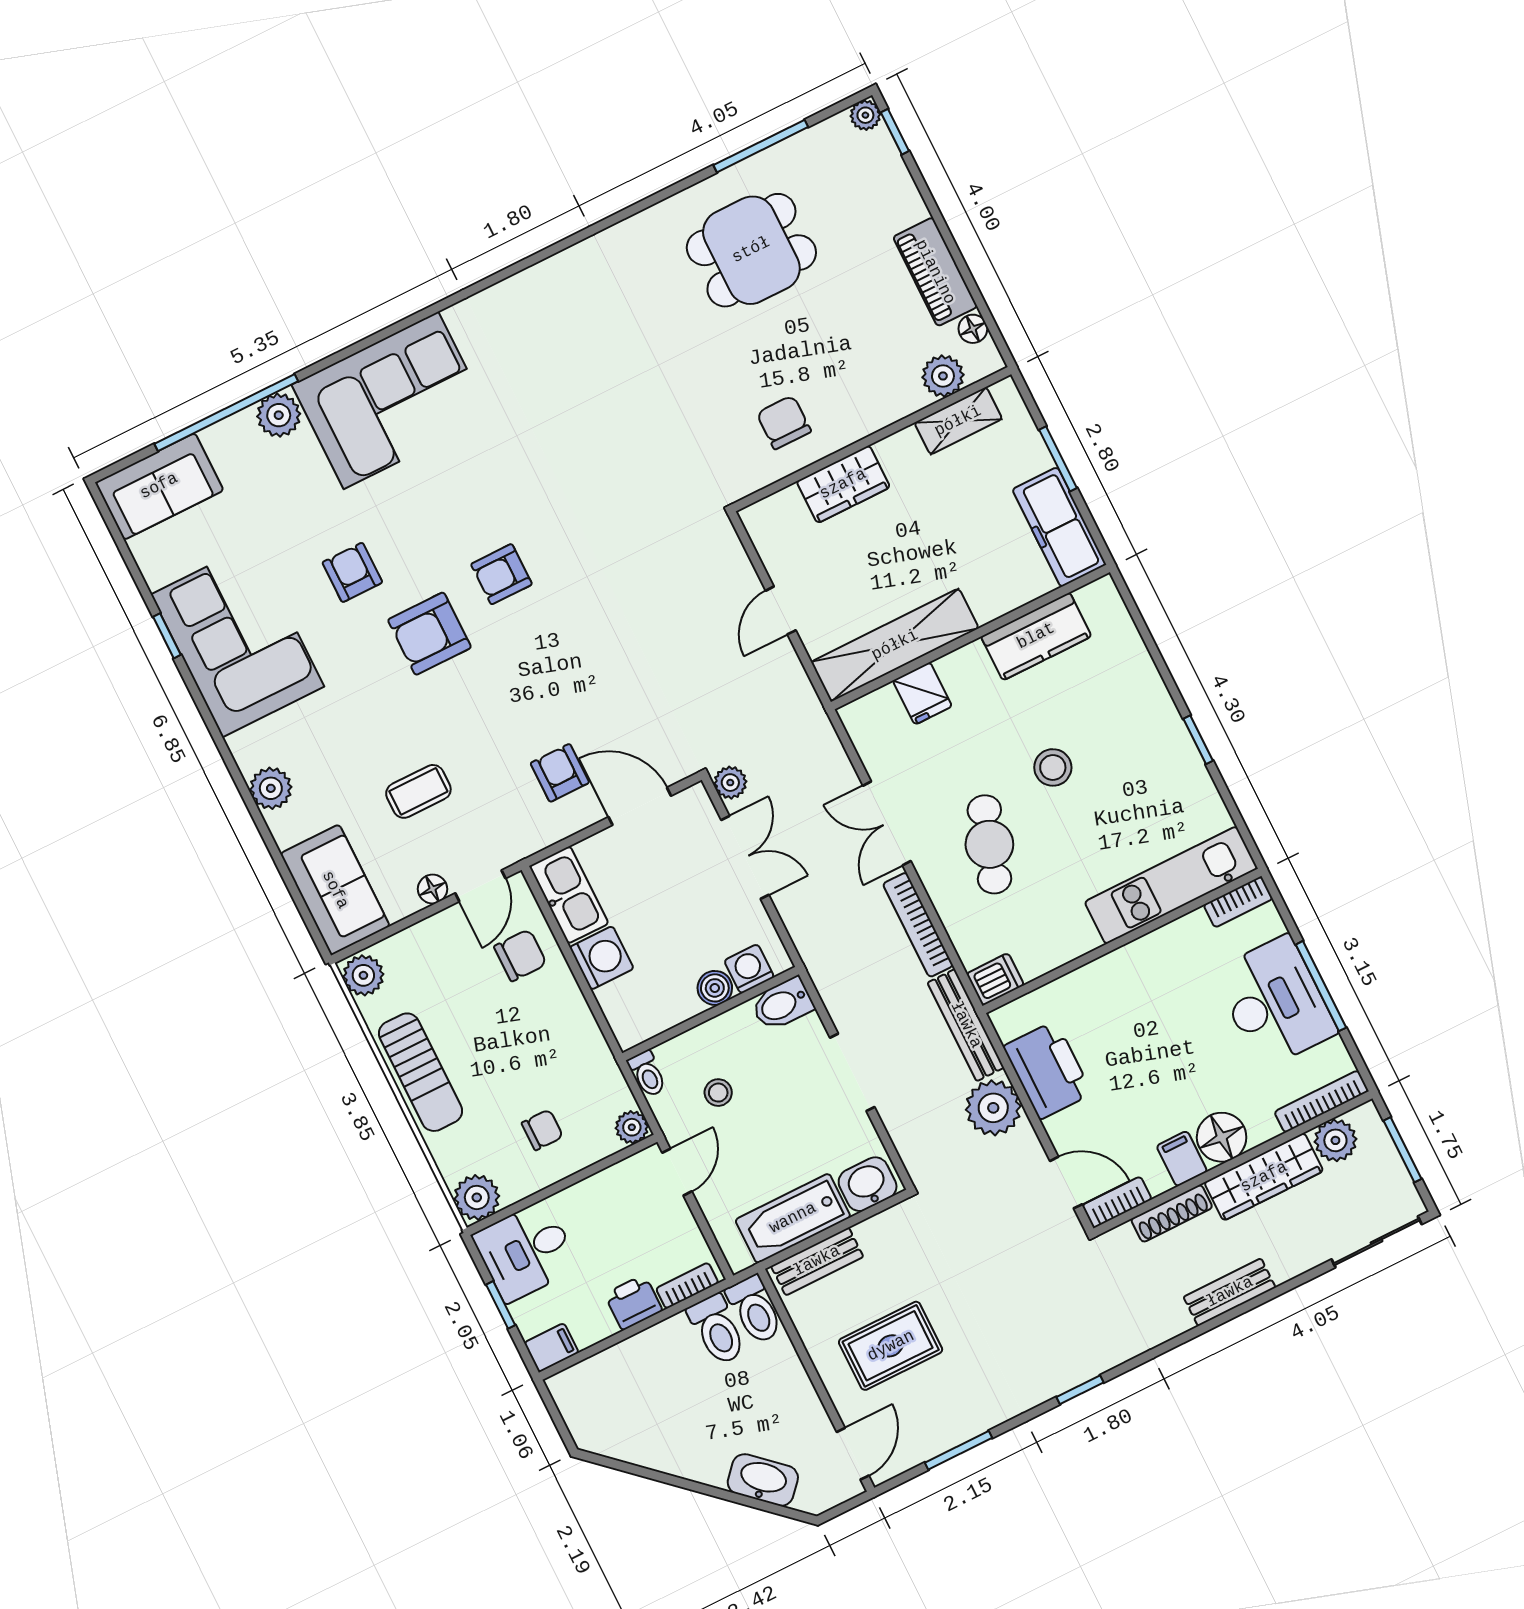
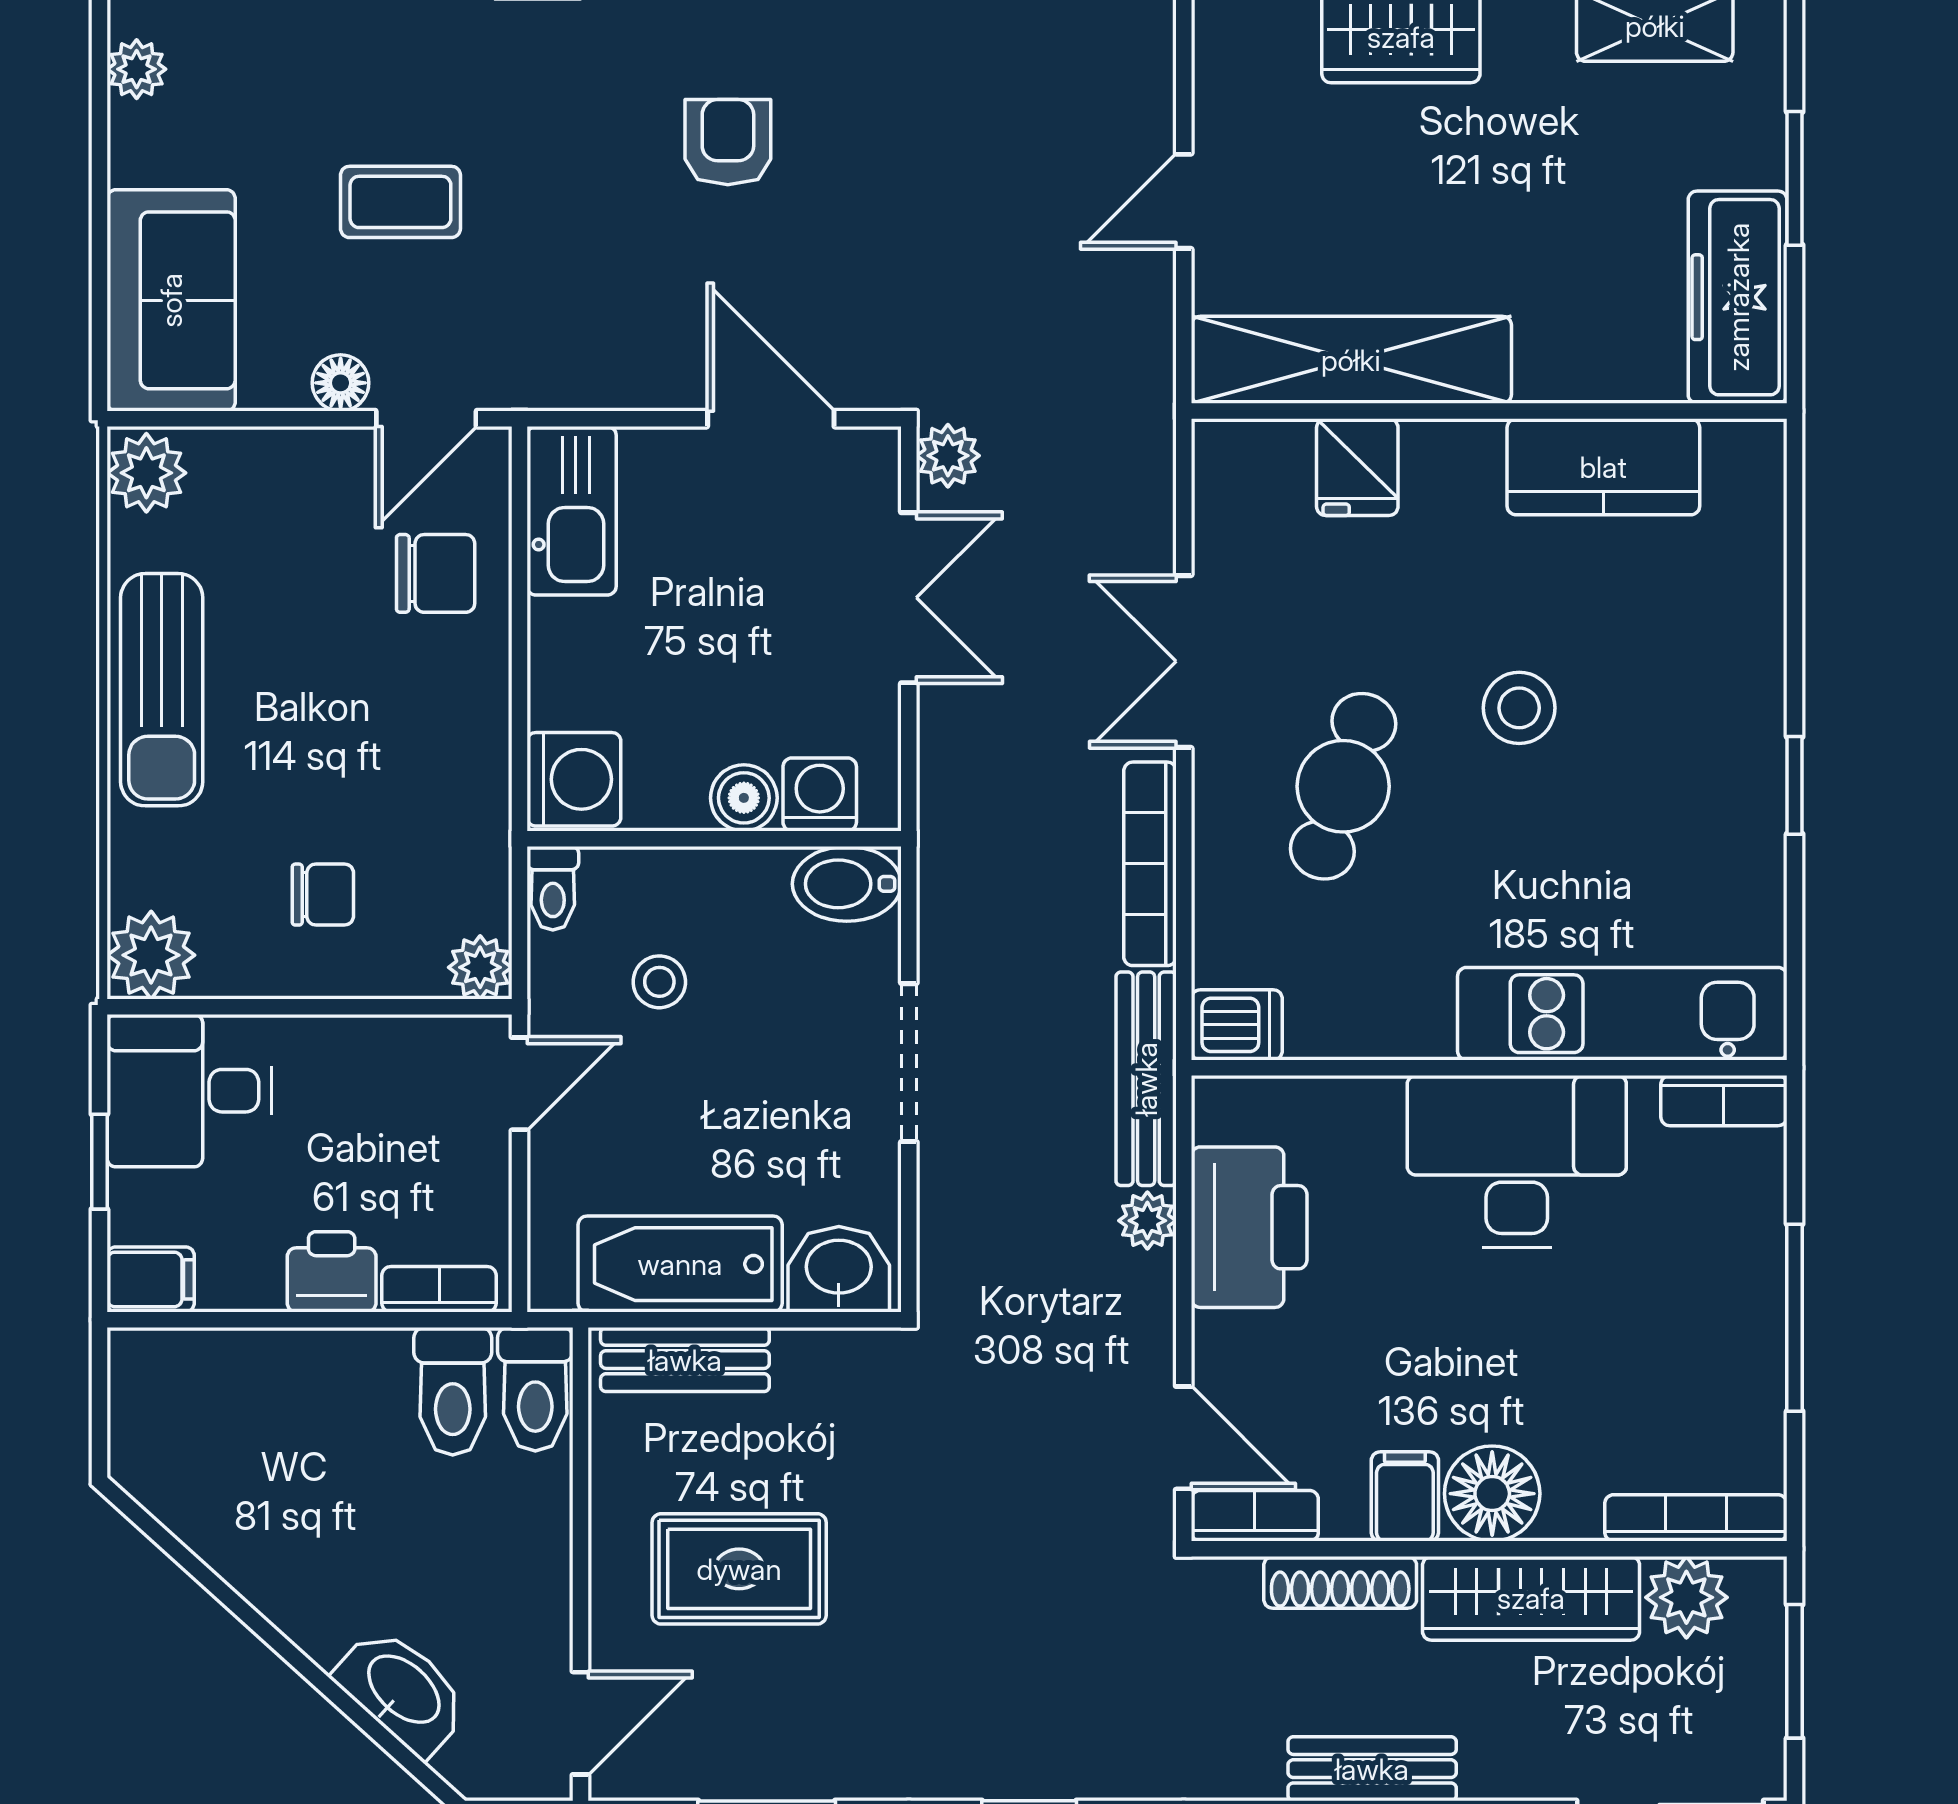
armchair: (560, 773) -> (728, 142), moved
plant: (271, 788) -> (137, 69), width x0.73, depth x0.73
washing machine: (602, 958) -> (574, 779), moved
desk: (1275, 1002) -> (1517, 1161), moved, turned -90
plant: (993, 1108) -> (1147, 1221), width x0.53, depth x0.53

